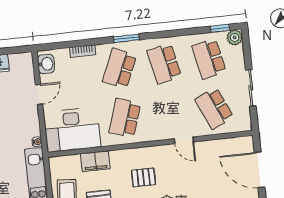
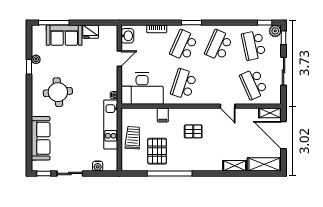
window: (246, 45) -> (284, 38), added
school desk: (164, 64) -> (219, 45), turned 36
shelving: (239, 143) -> (270, 113), added
filing cabinet: (95, 161) -> (163, 115), width x0.50

